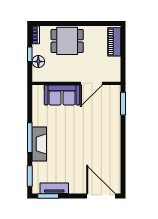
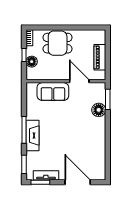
piano: (114, 42) -> (100, 57), moved
door: (91, 83) -> (79, 81), swing flipped
floor lamp: (113, 115) -> (99, 110), added
door: (101, 196) -> (78, 182), moved

